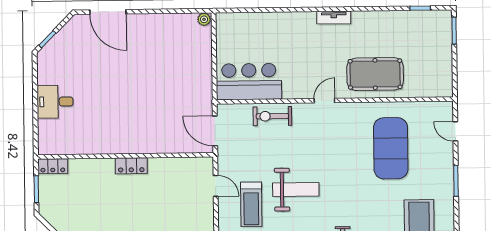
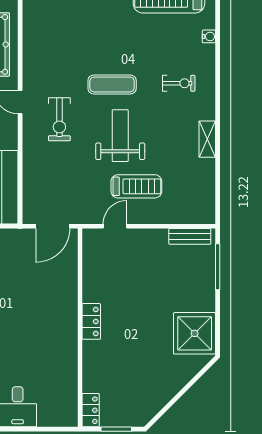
exercise bike: (272, 116) -> (59, 119), moved
exercise mat: (391, 148) -> (112, 85), moved, width x0.50, depth x0.69

